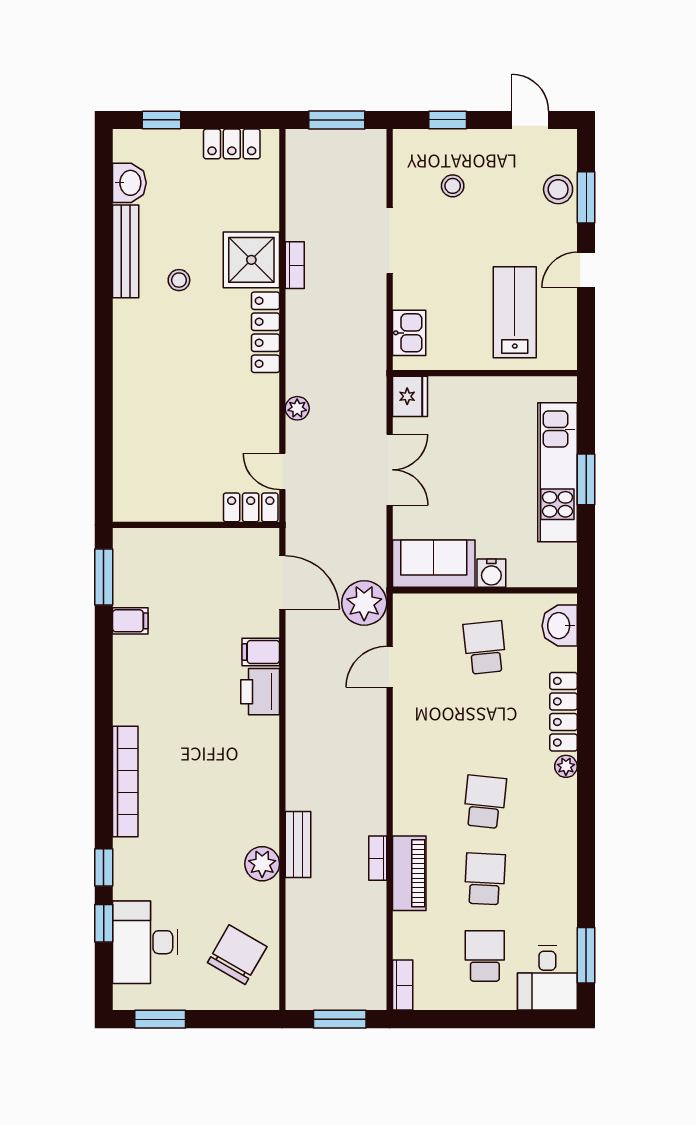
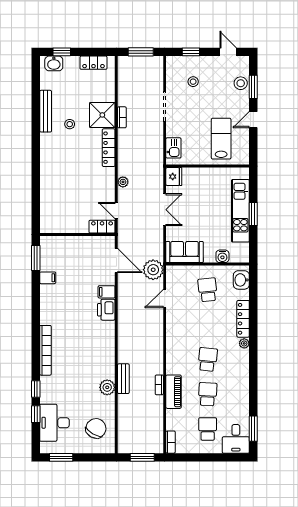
washbasin: (129, 183) -> (54, 63), moved, turned 90
water cooler: (491, 573) -> (222, 256), moved

